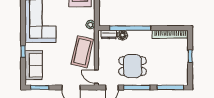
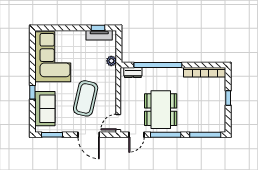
floor lamp: (122, 35) -> (149, 73), removed
coffee table: (82, 52) -> (86, 98), moved
dining table: (133, 66) -> (161, 110), width x1.38
door: (96, 77) -> (118, 122), hinge flipped

